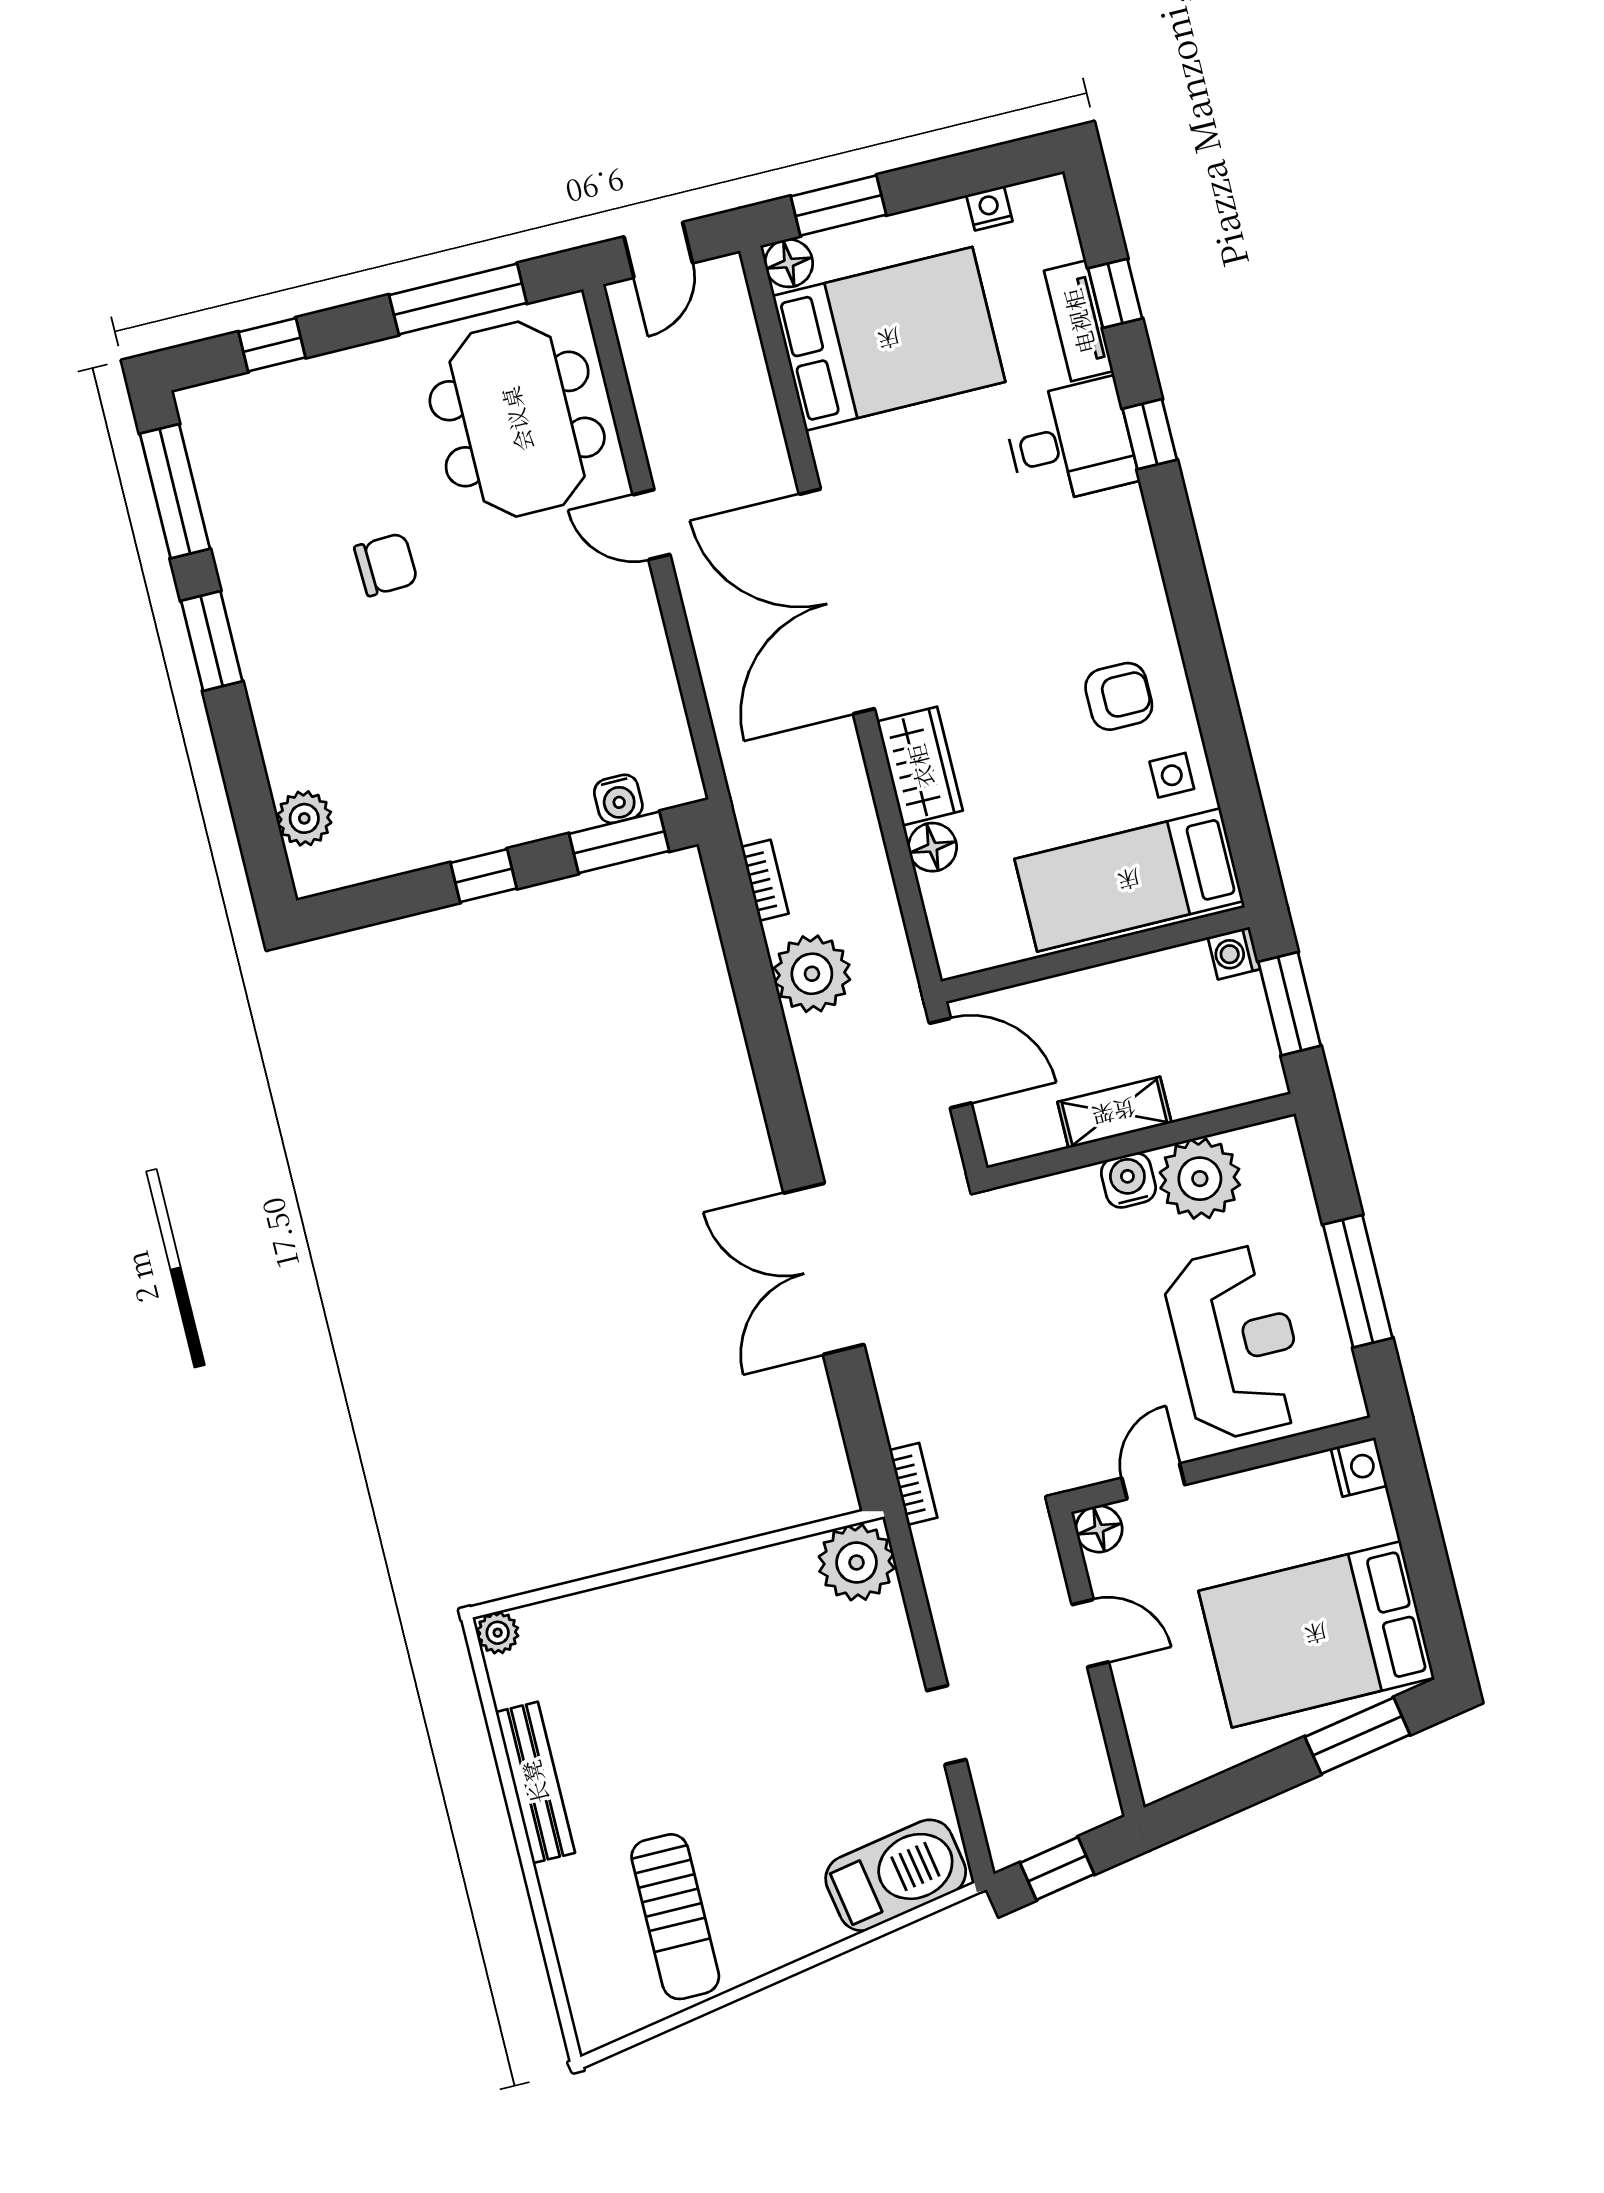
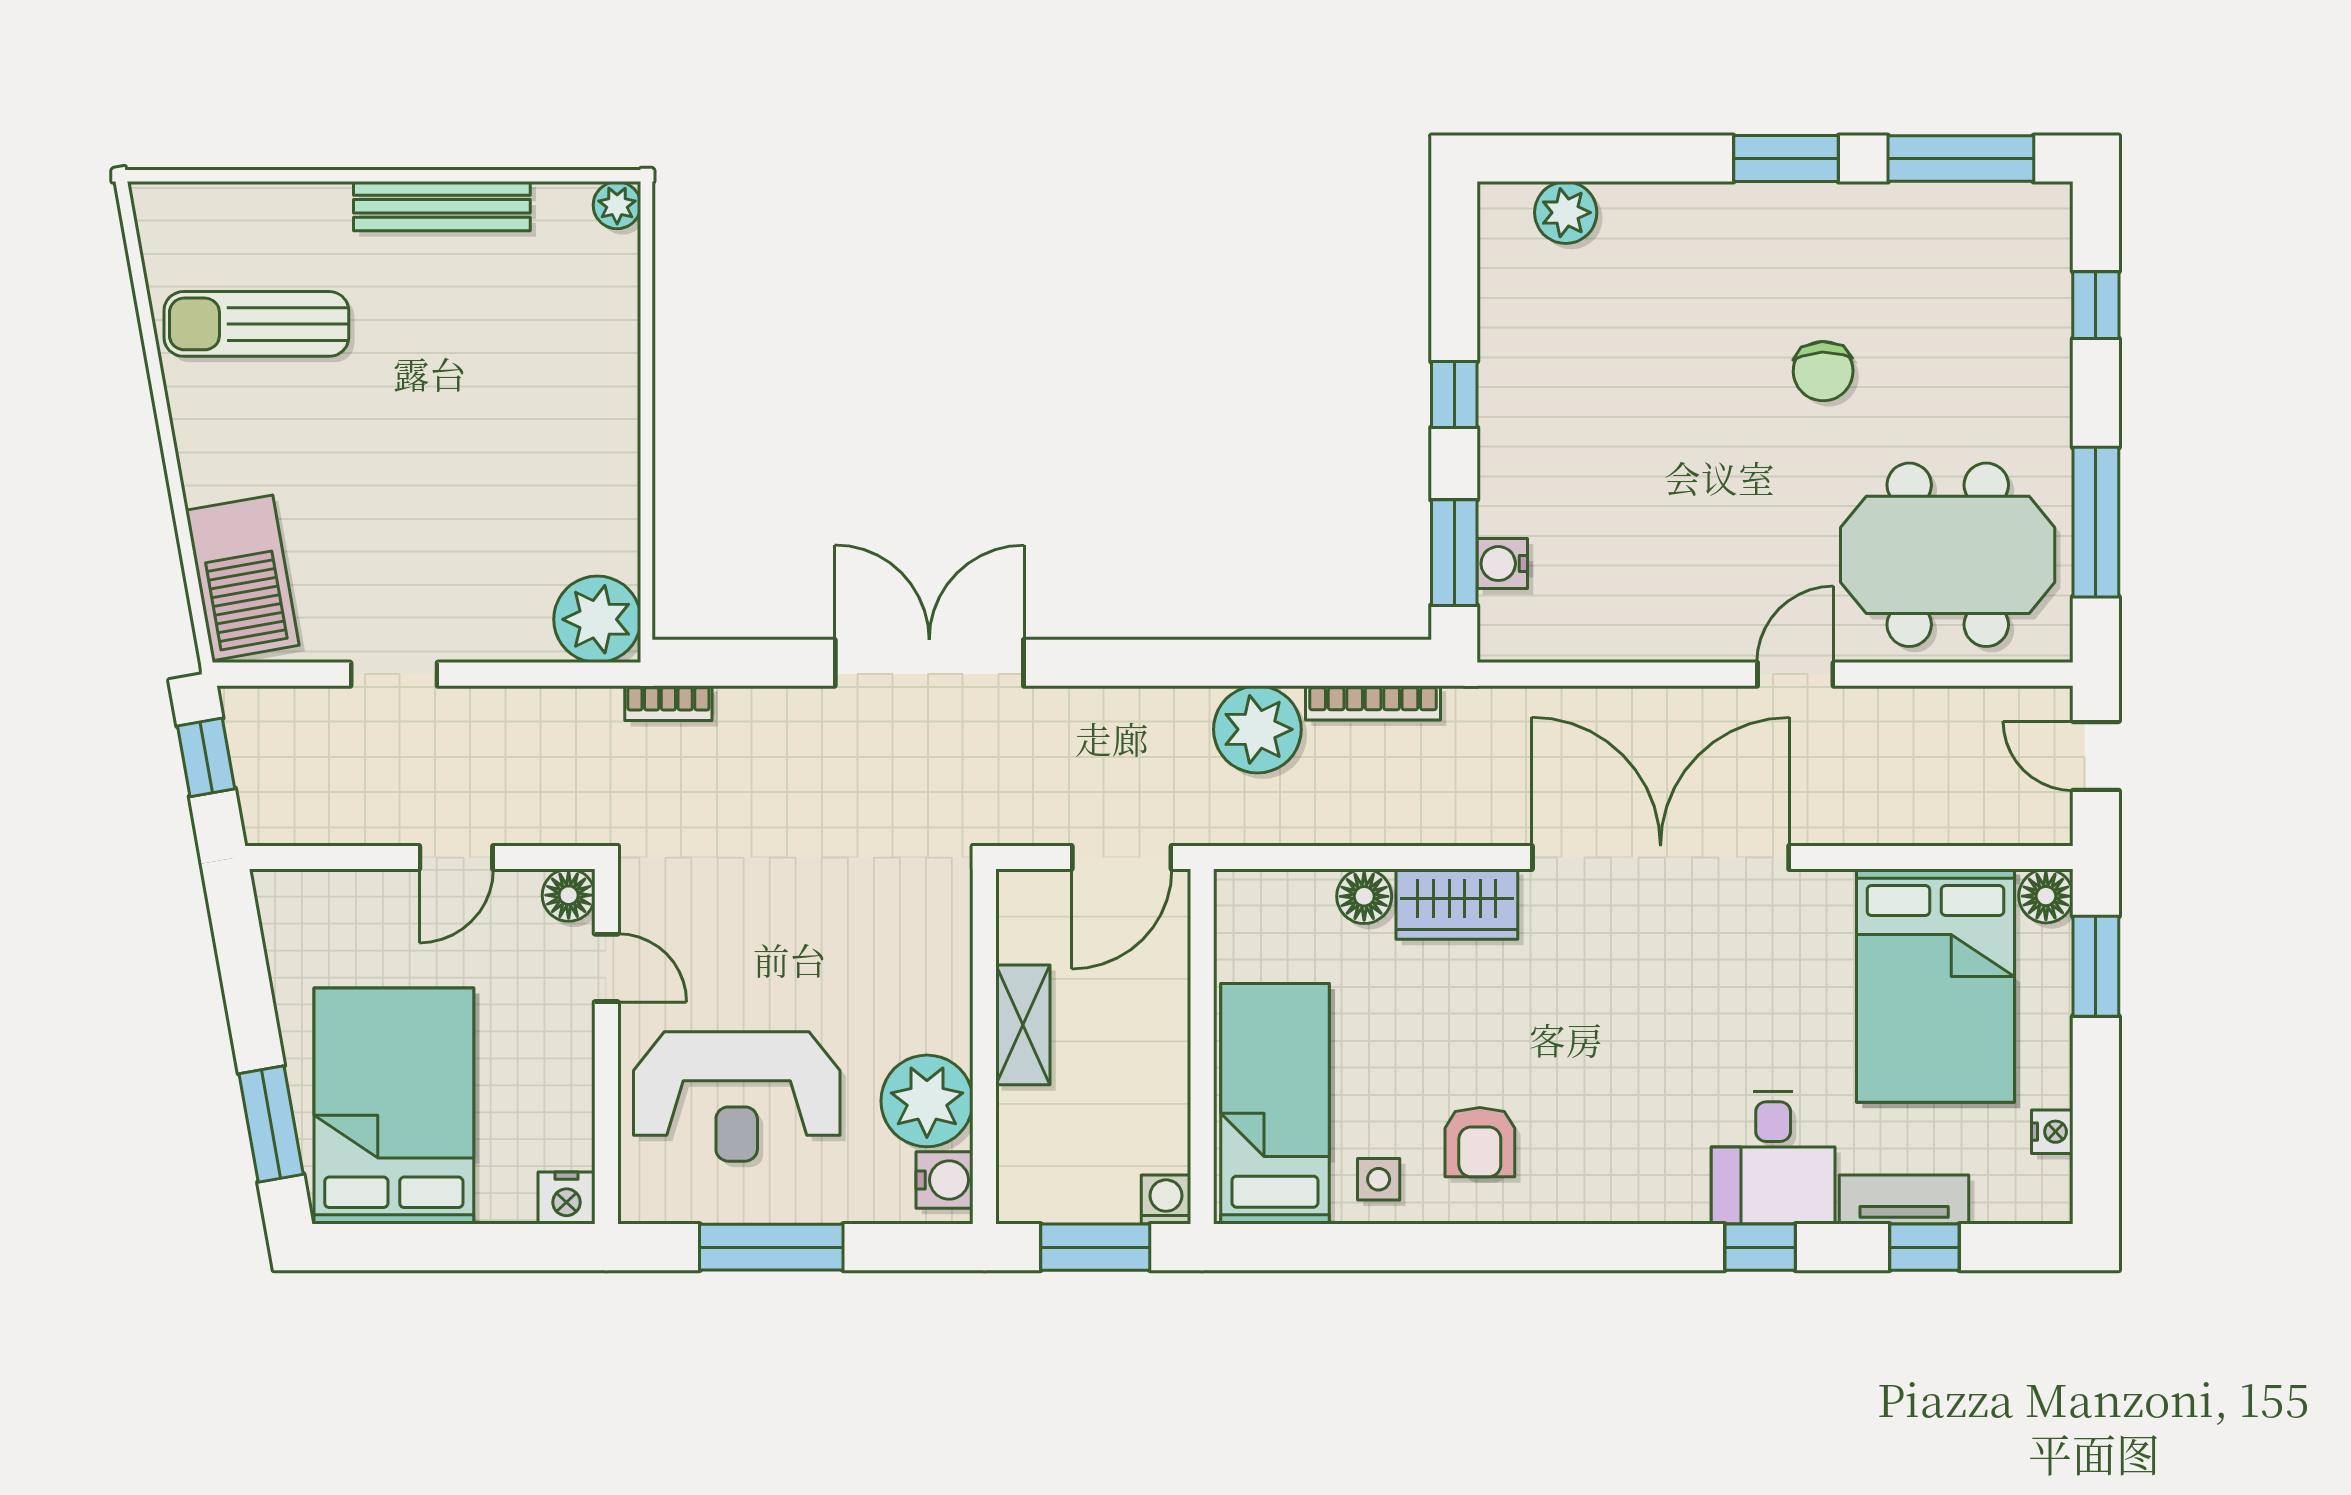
bookcase: (765, 880) -> (1373, 703), width x1.56
water cooler: (1128, 1180) -> (945, 1180), moved

